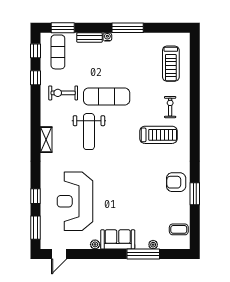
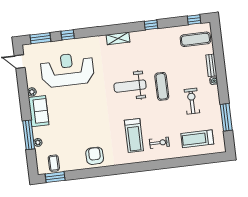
window: (63, 28) -> (217, 41), removed
window: (128, 28) -> (226, 117), moved
window: (35, 78) -> (151, 25), moved
exercise bike: (63, 93) -> (192, 101), moved
exercise mat: (107, 97) -> (162, 86), width x0.73, depth x0.69
weight bench: (89, 132) -> (130, 86), moved
window: (195, 194) -> (55, 177), moved

